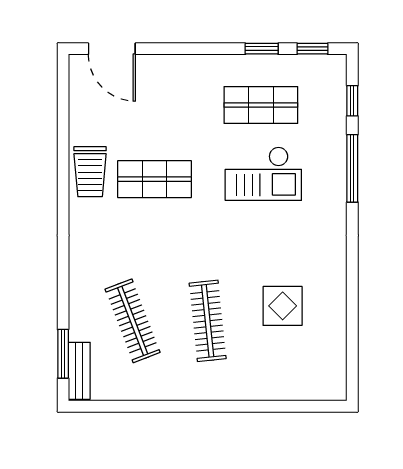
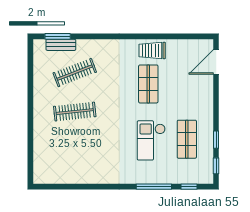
display table: (283, 306) -> (82, 150), removed
bench: (79, 371) -> (61, 45), moved

